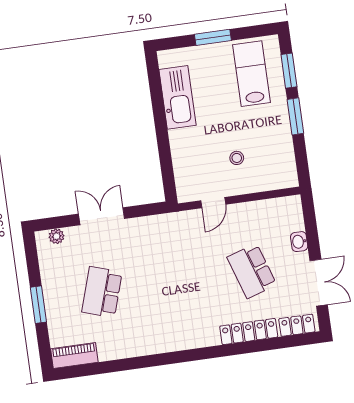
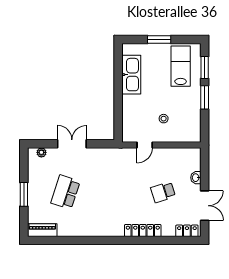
school desk: (252, 271) -> (163, 192), width x0.54
locker: (249, 332) -> (143, 231), moved

